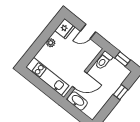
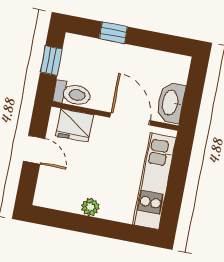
fridge: (65, 29) -> (74, 125), moved, turned 180

